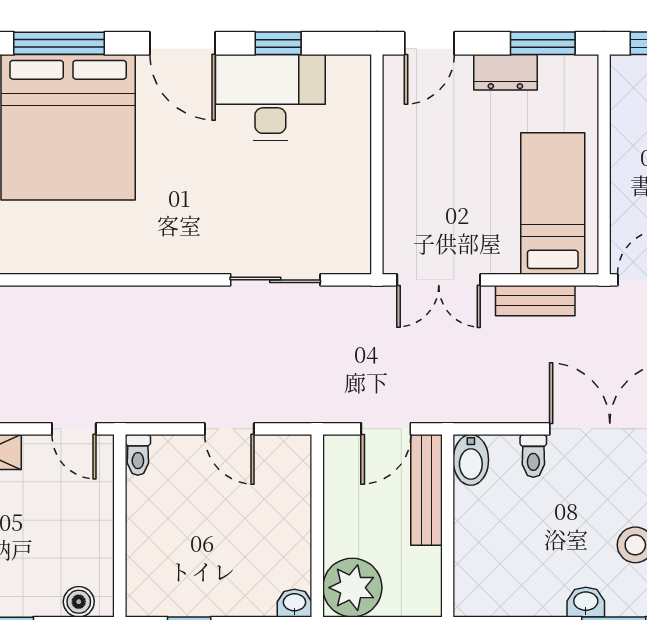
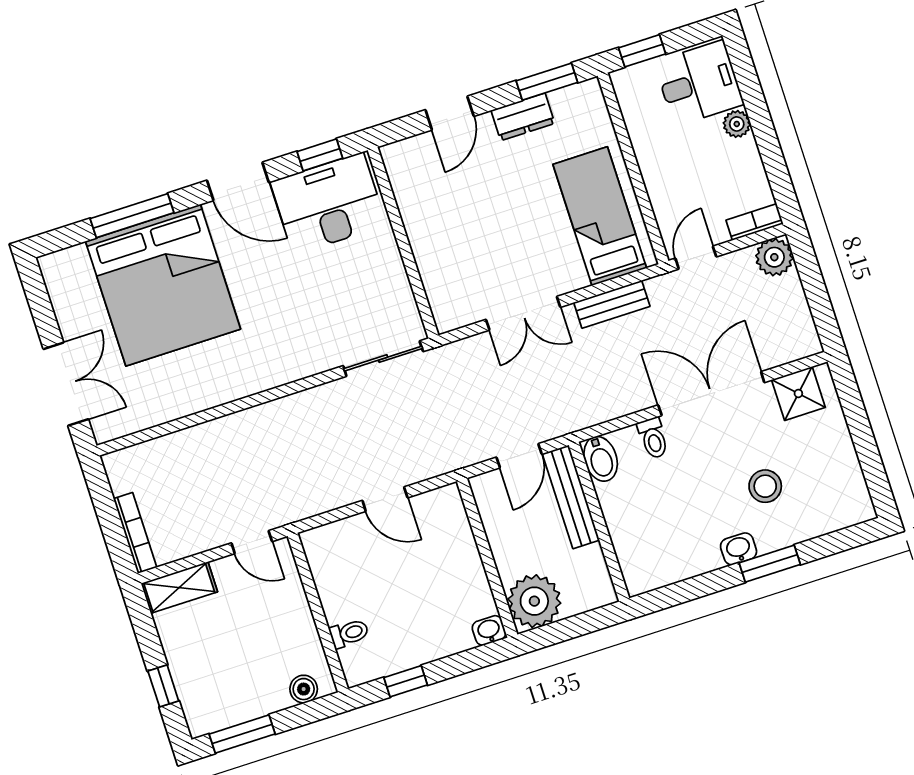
wall: (377, 164) -> (403, 243), moved
toilet: (138, 455) -> (349, 633), moved, turned -90

